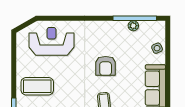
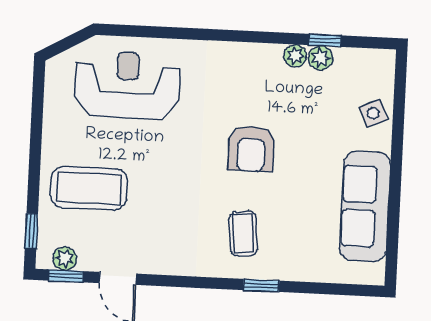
window: (135, 18) -> (325, 40), width x0.32
plant: (122, 25) -> (295, 56), added

